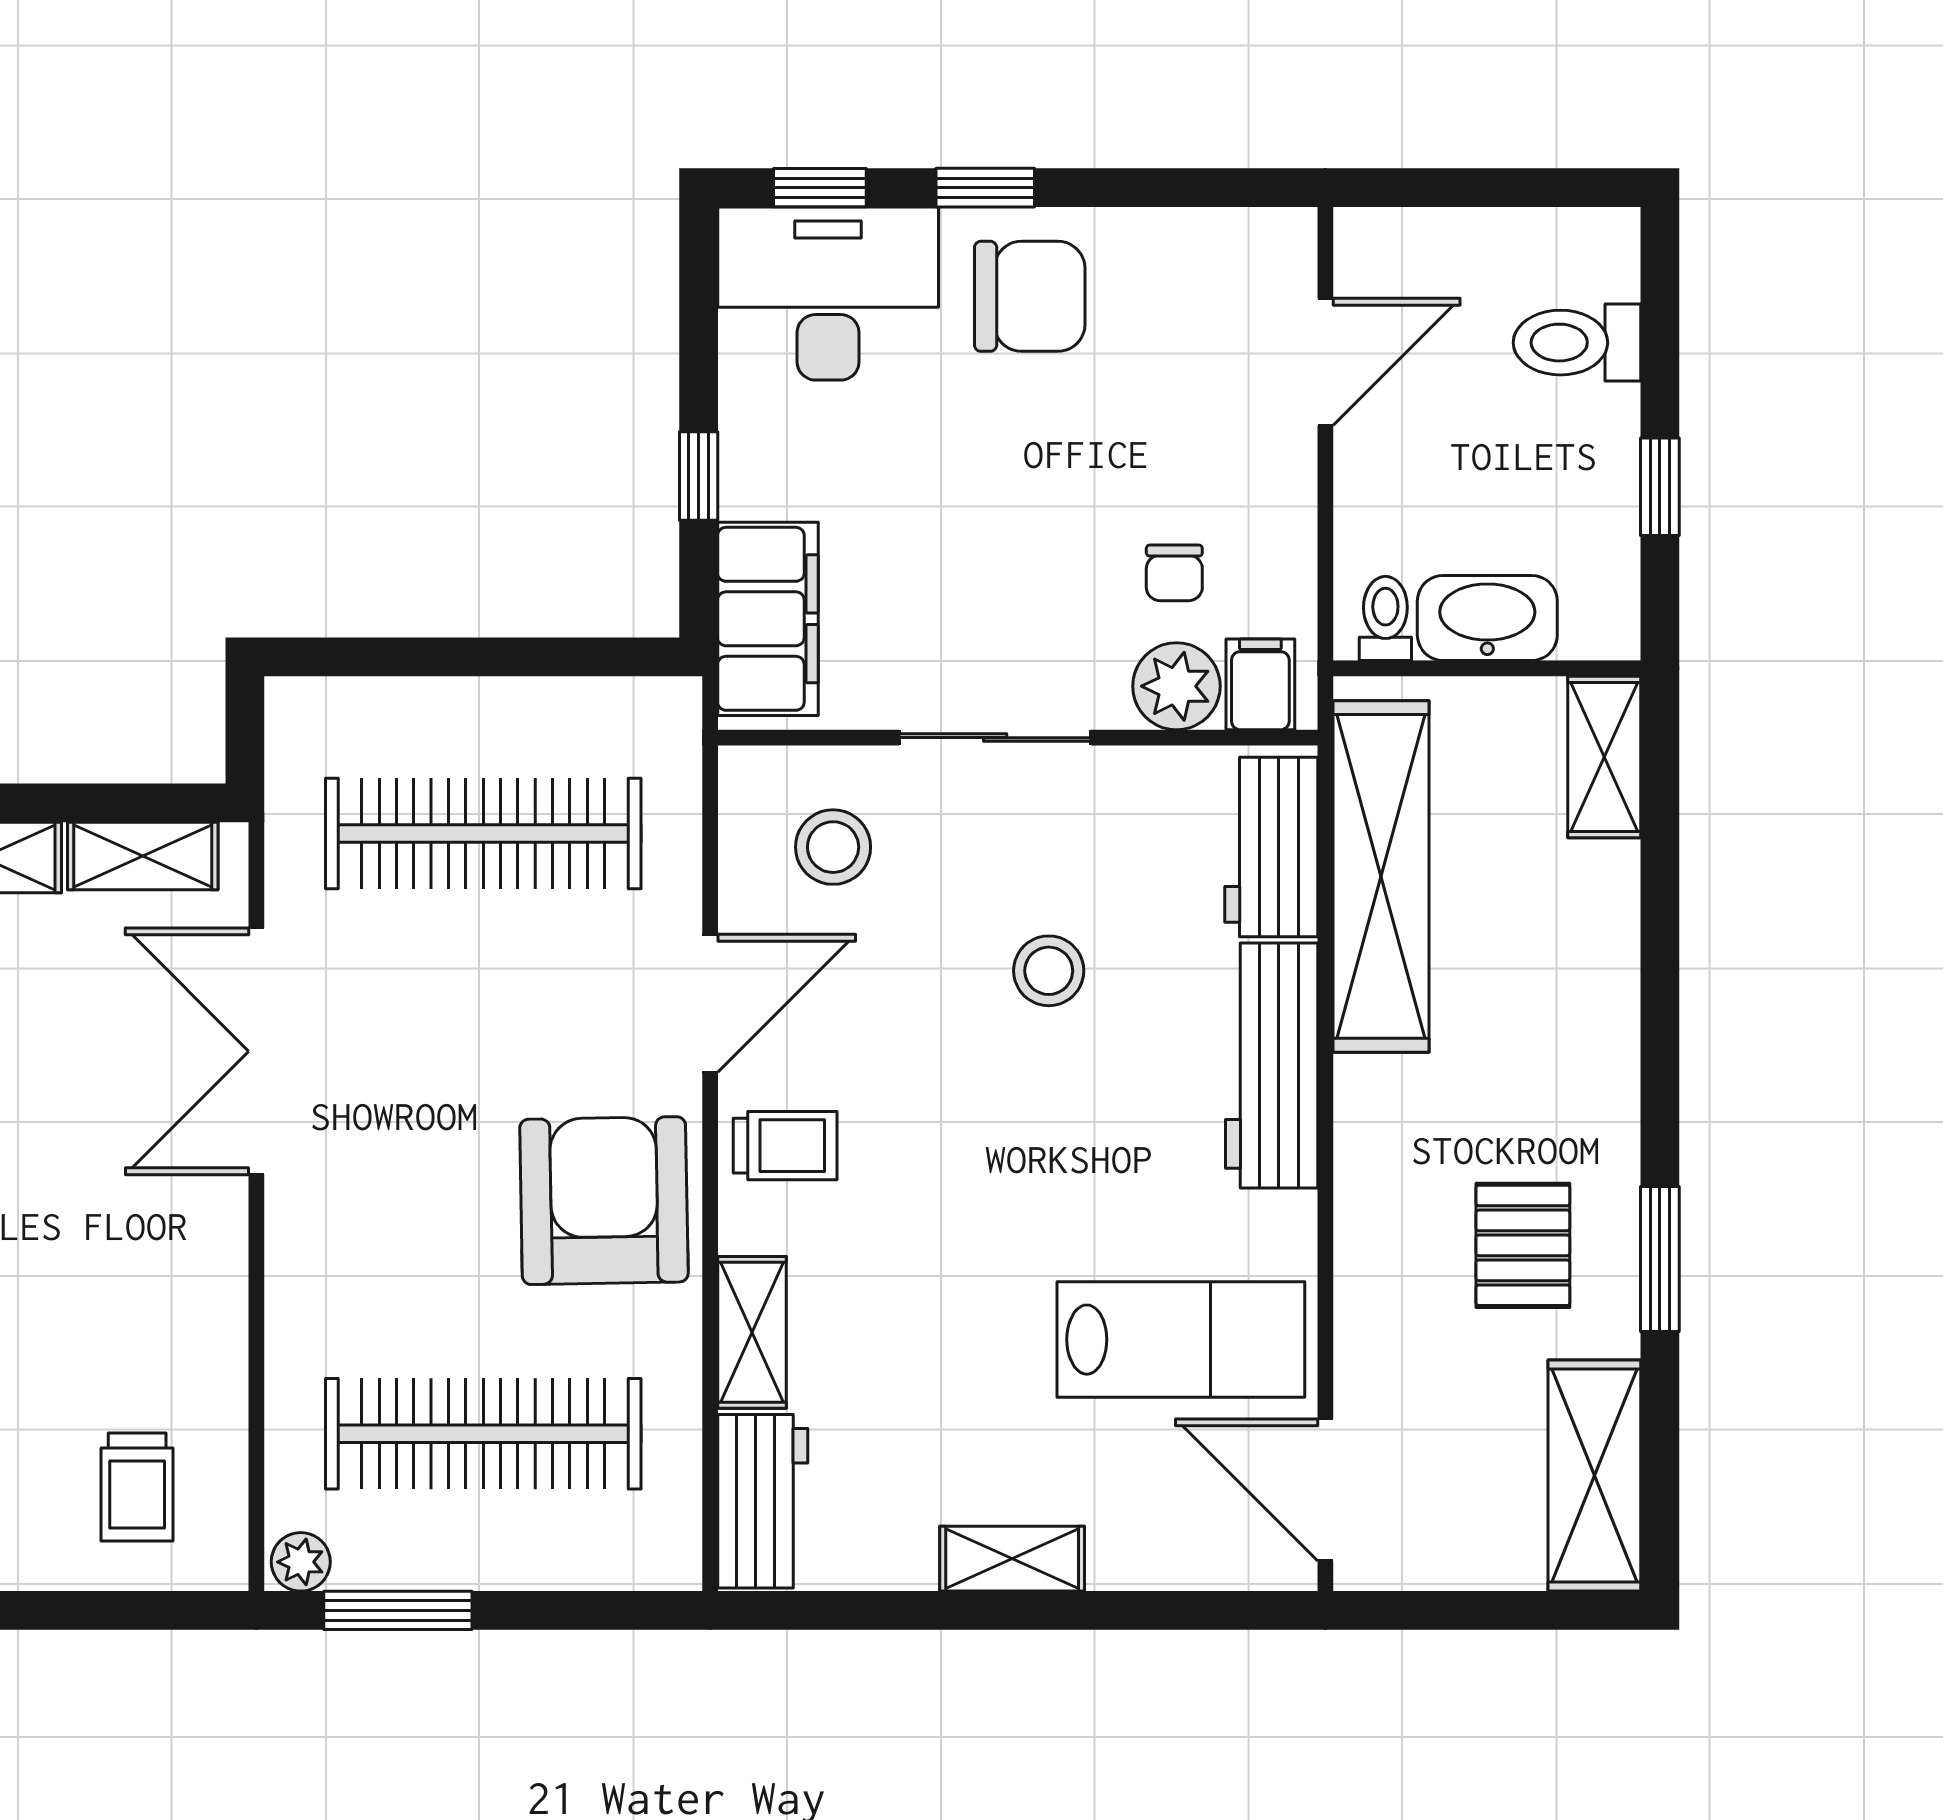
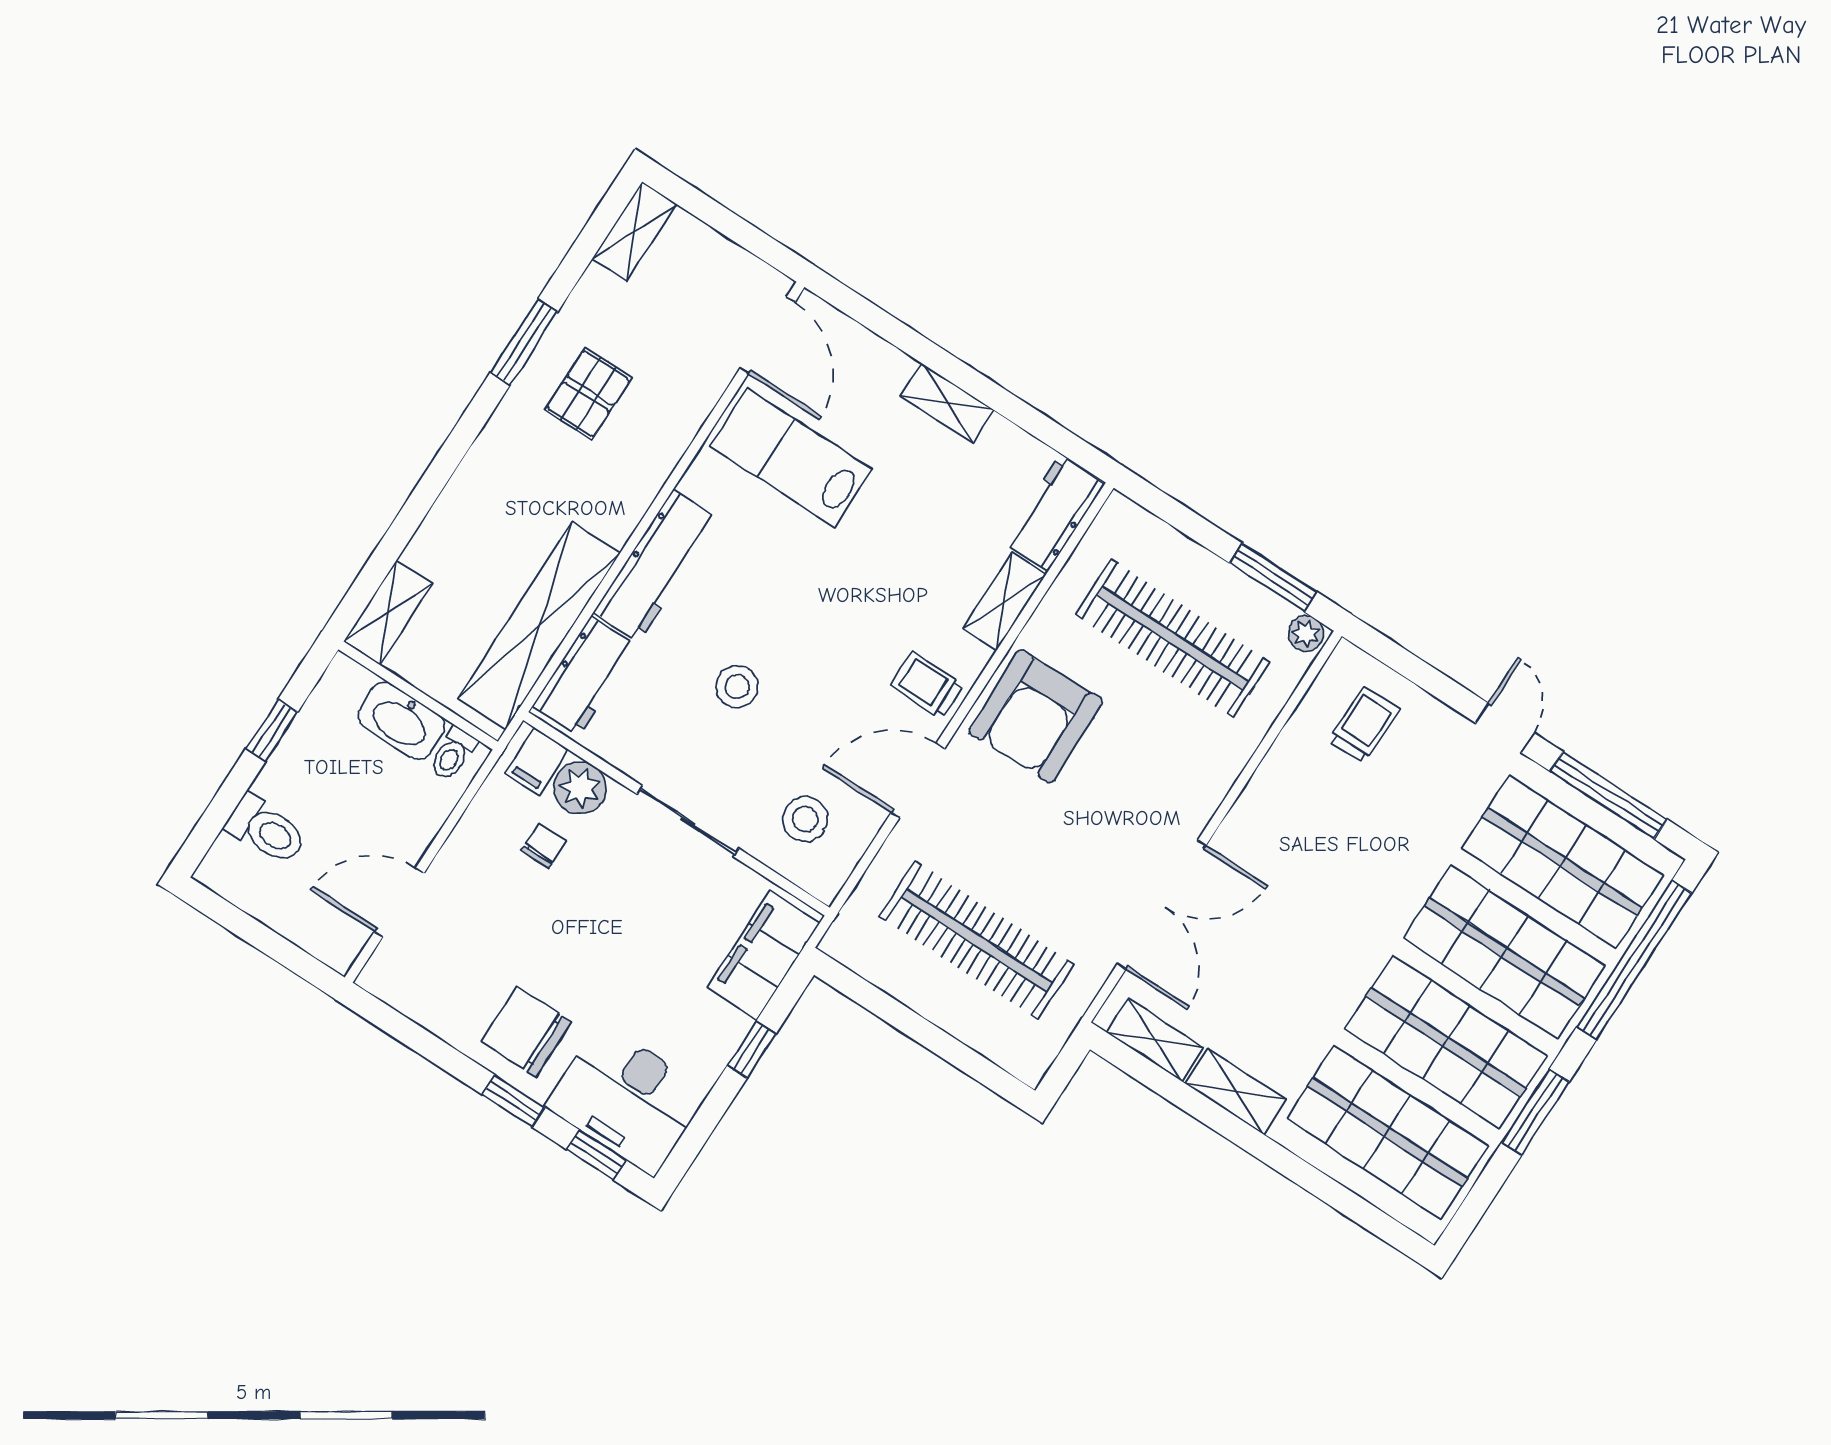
shelving: (1594, 1476) -> (634, 231), width x0.67, depth x0.75

